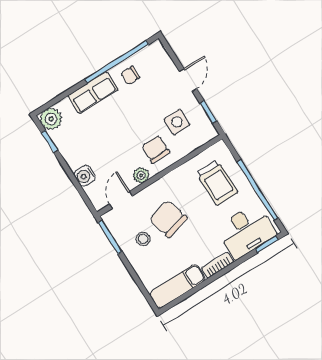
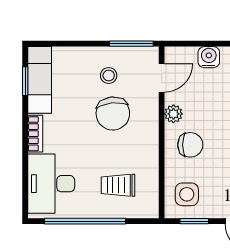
side table: (177, 122) -> (187, 194), moved
trolley: (217, 183) -> (118, 185), width x0.73, depth x0.72
door: (121, 200) -> (162, 78), hinge flipped
chair: (168, 219) -> (113, 114), turned 99
window: (267, 244) -> (25, 81), moved

